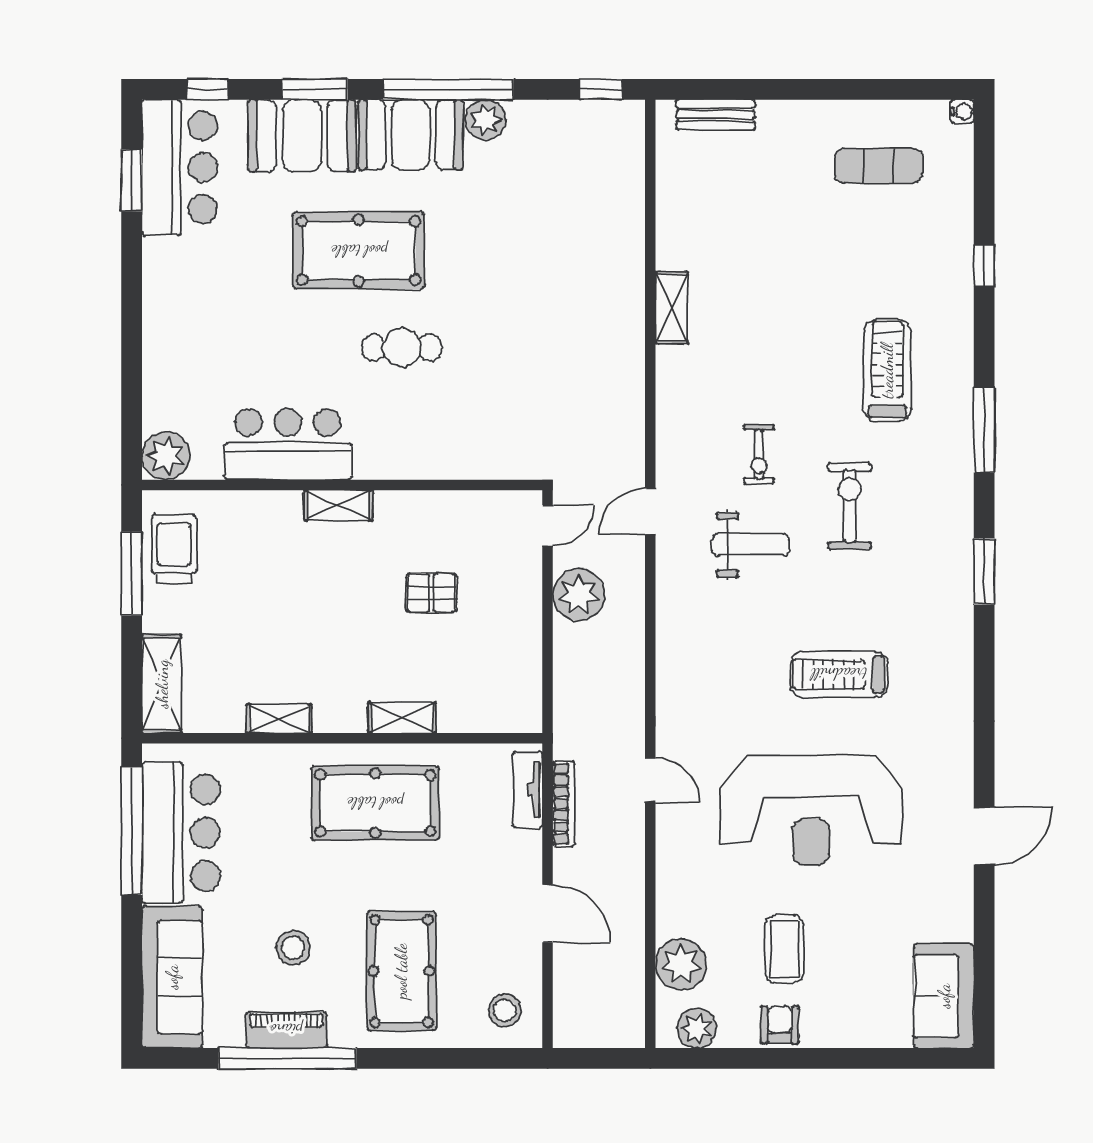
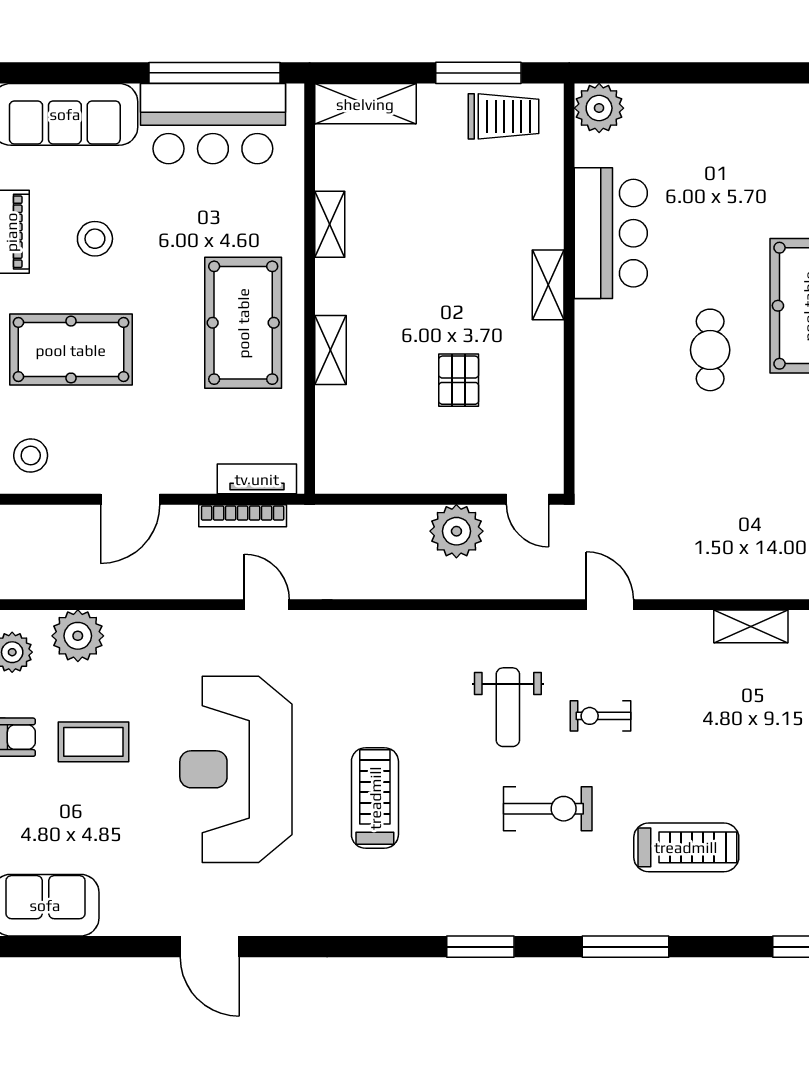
door: (650, 511) -> (610, 605), moved
door: (650, 780) -> (267, 605), swing flipped

